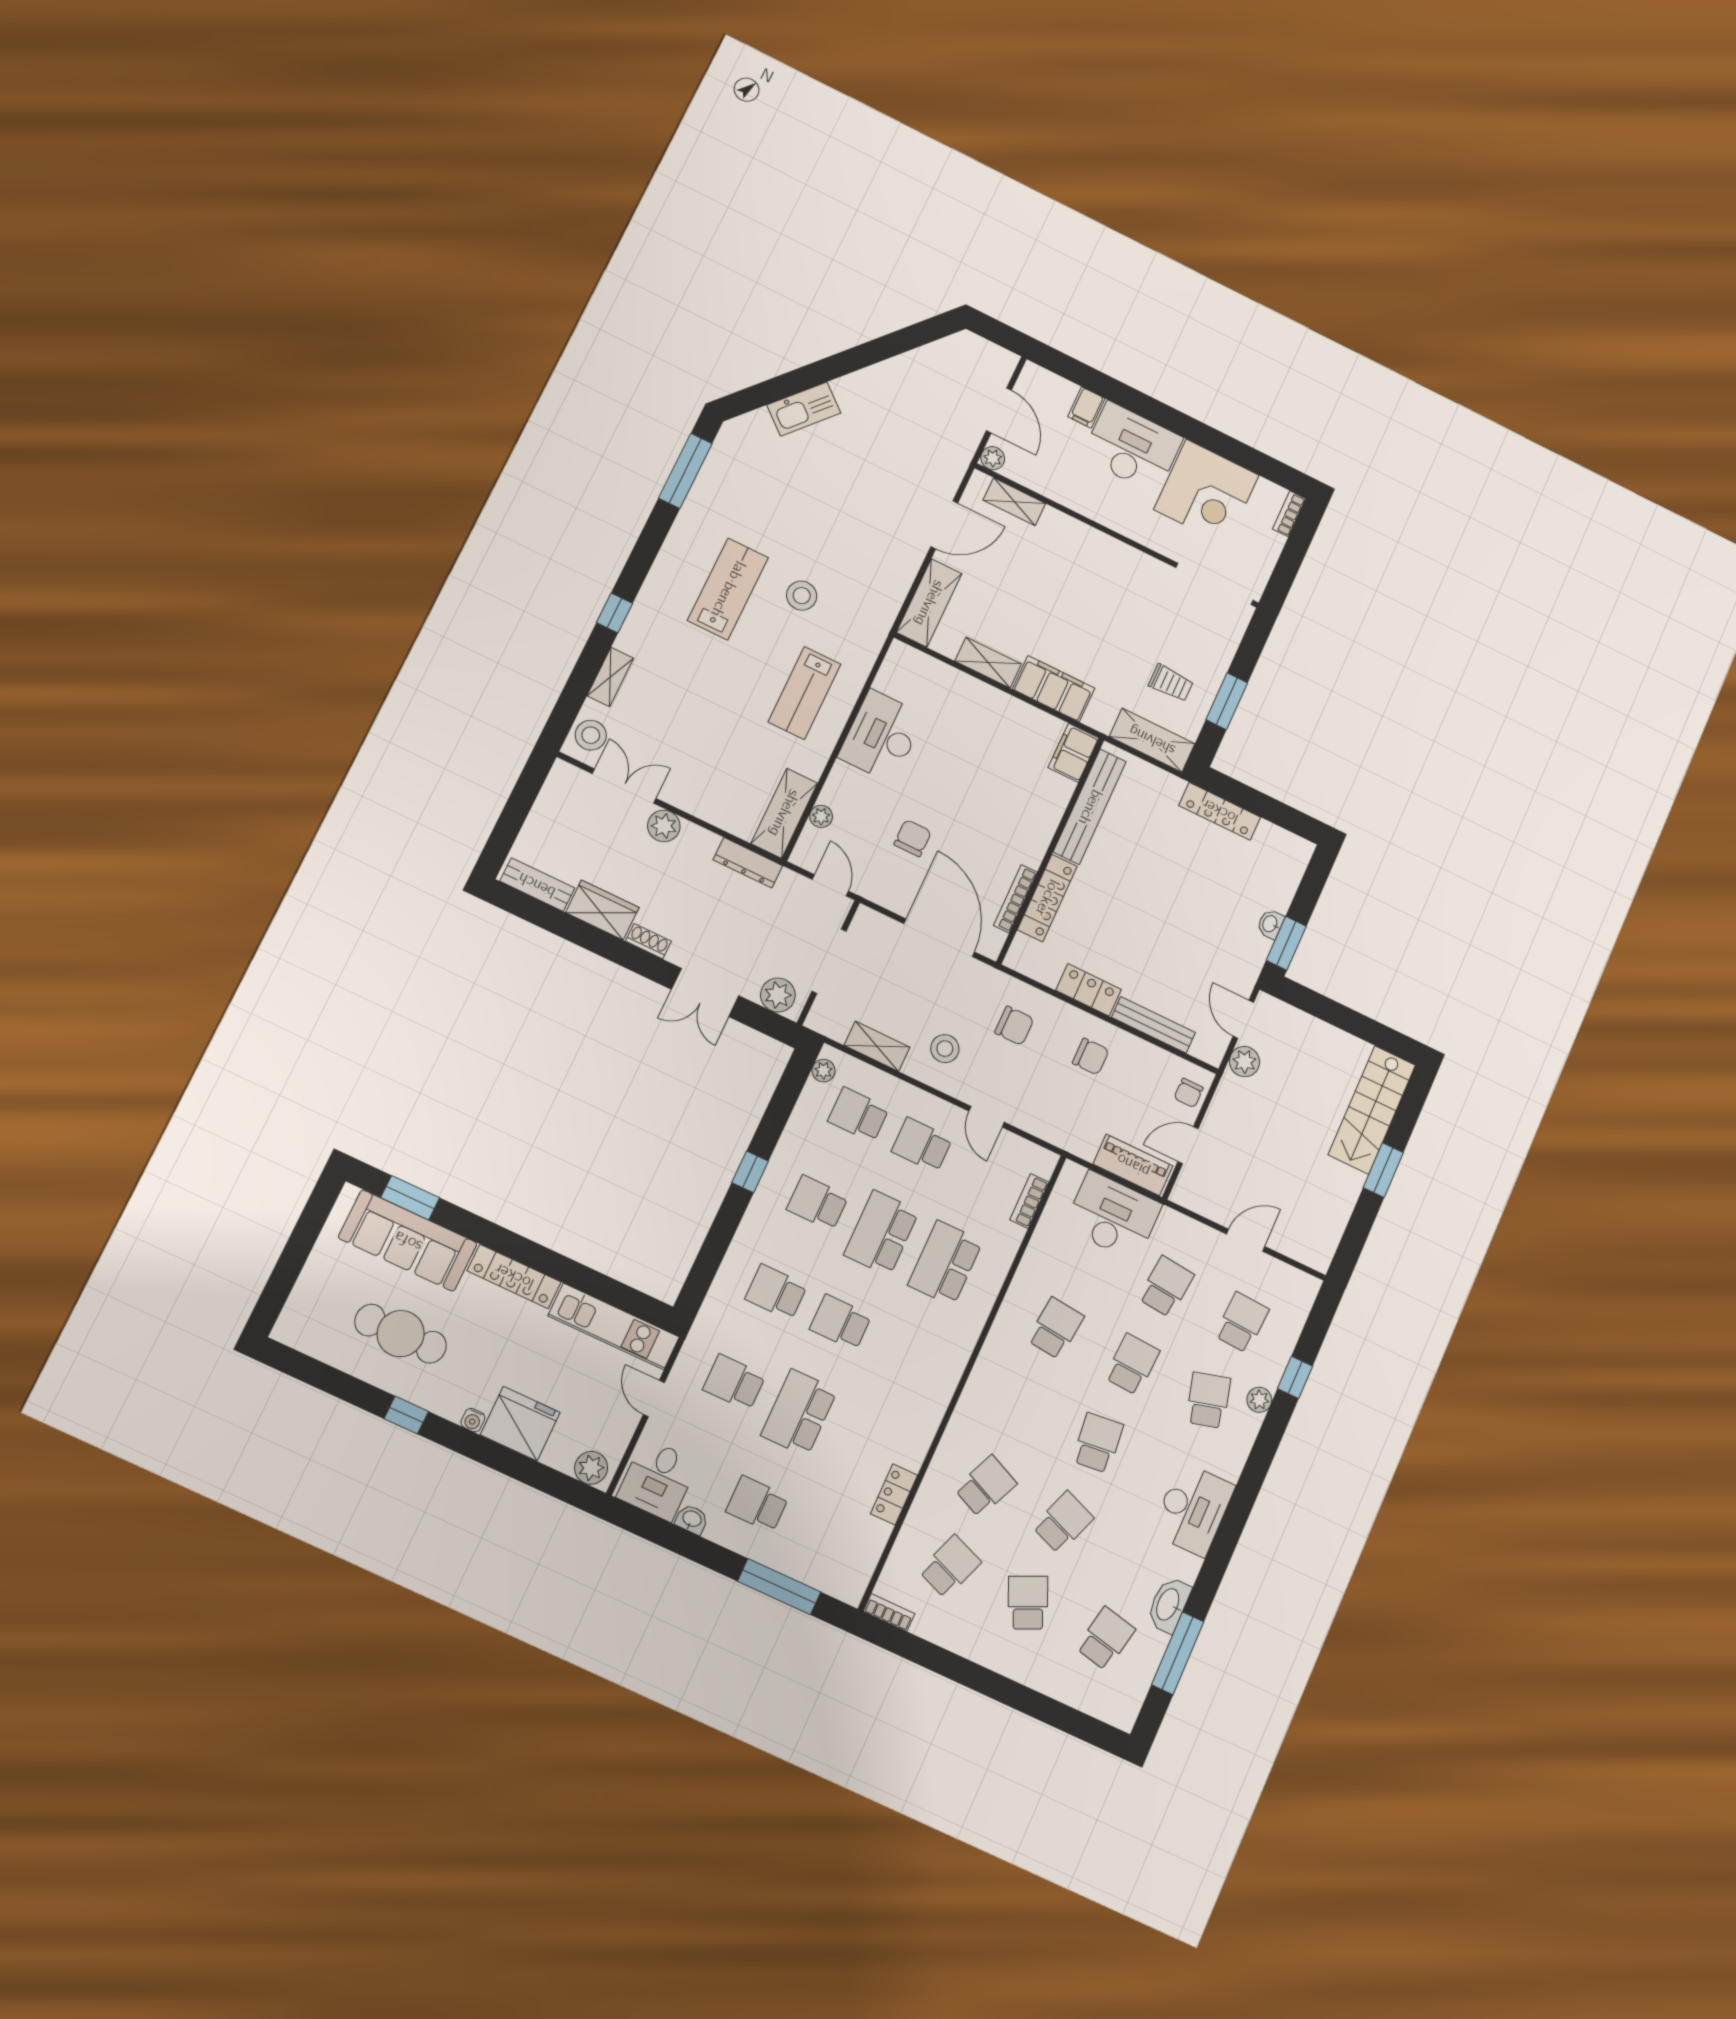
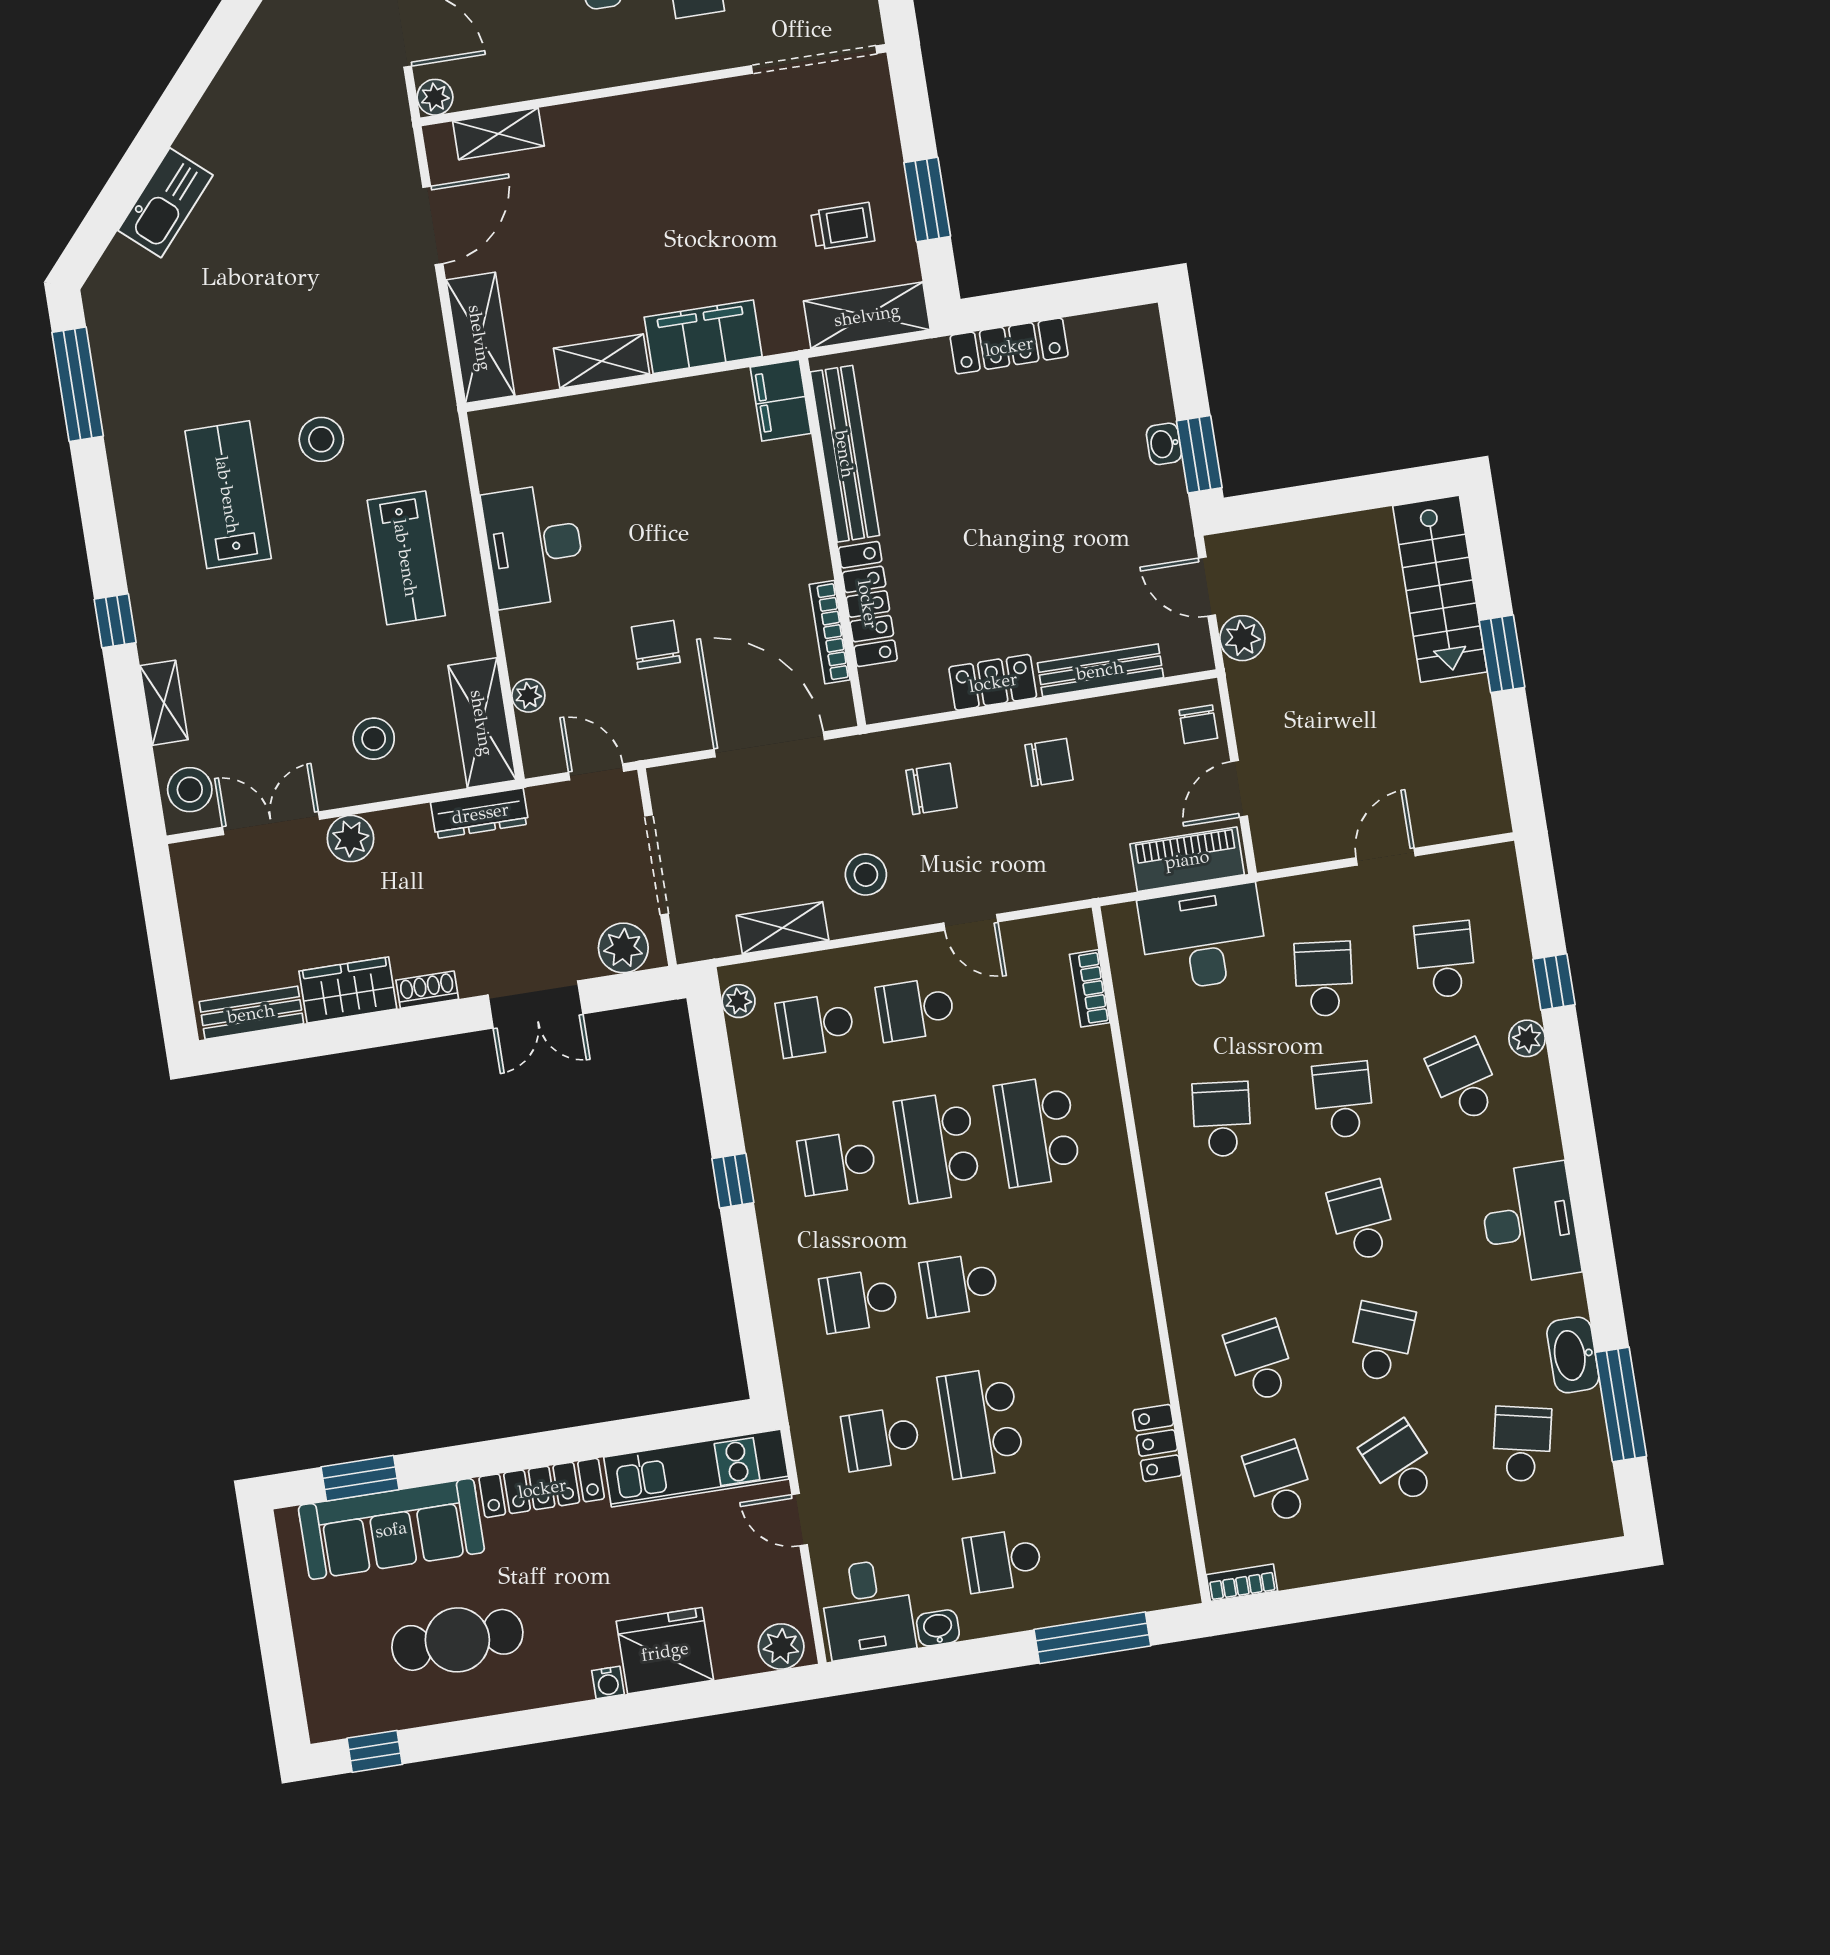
stool: (716, 779) -> (374, 739), added
window: (406, 1415) -> (375, 1751), moved
school desk: (986, 1486) -> (1260, 1361), turned -33
school desk: (950, 1566) -> (1279, 1482), turned -30

